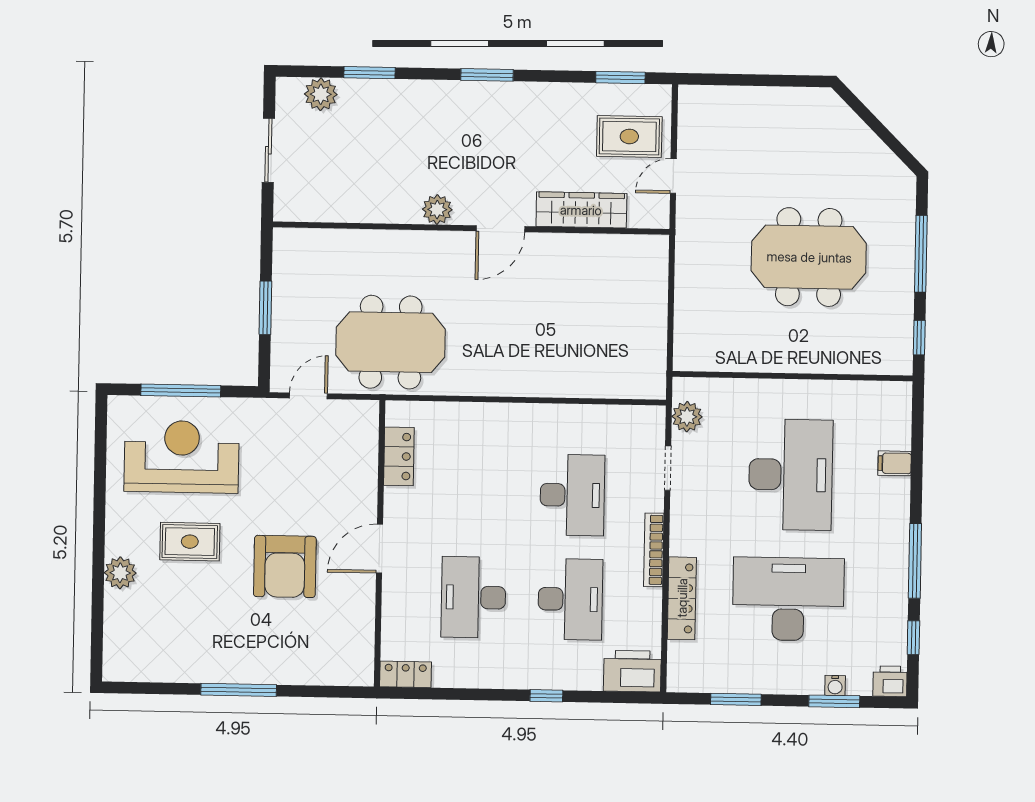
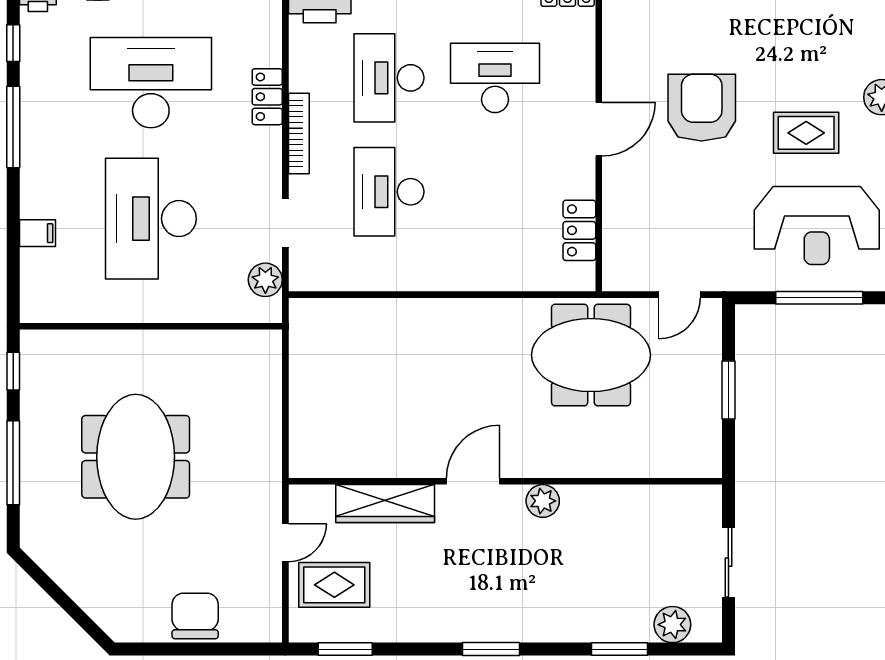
chair: (757, 110) -> (195, 616), added
meeting table: (809, 257) -> (136, 457), turned 90
desk: (473, 597) -> (495, 78), turned -90
locker: (682, 598) -> (267, 97), width x0.66
desk: (788, 599) -> (151, 83), turned 180

